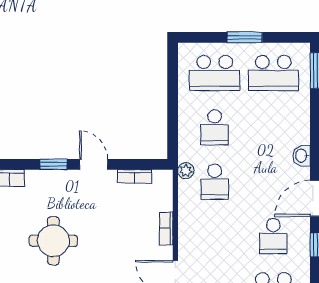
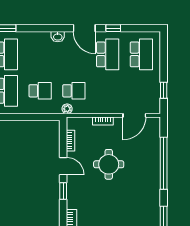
door: (94, 164) -> (63, 166), swing flipped
school desk: (273, 236) -> (108, 54), width x1.85
round table: (53, 241) -> (109, 164), moved

